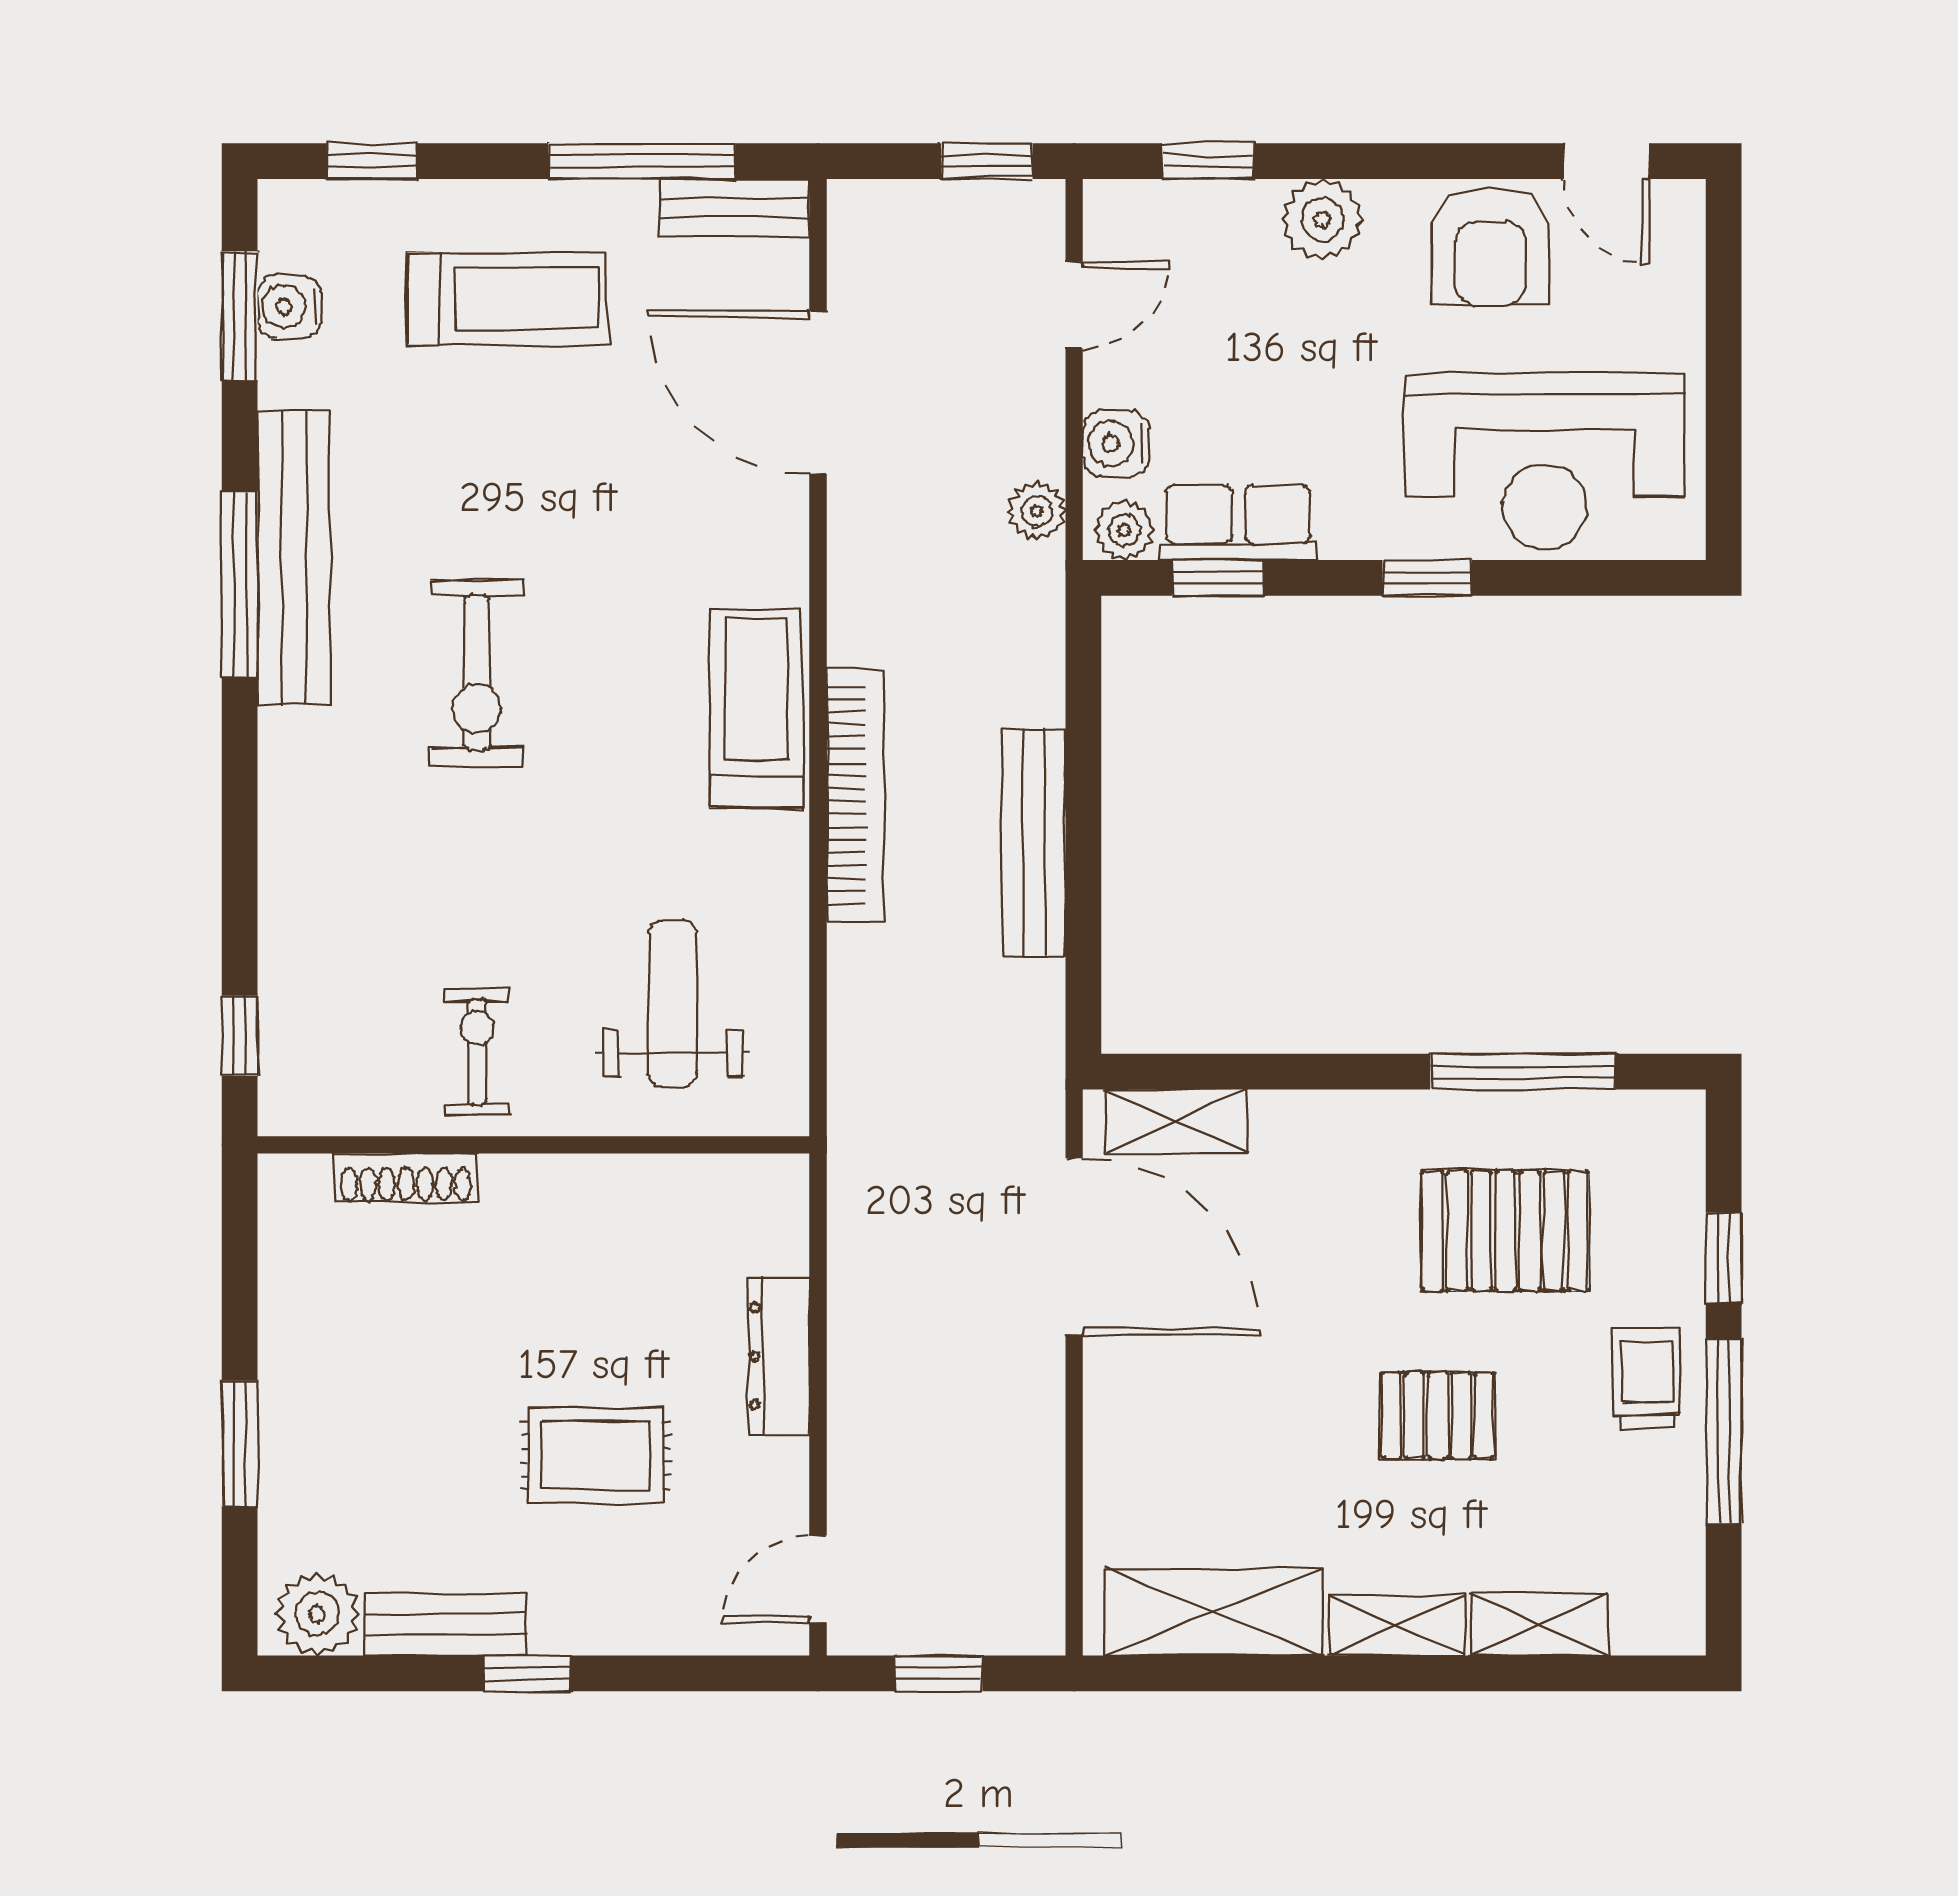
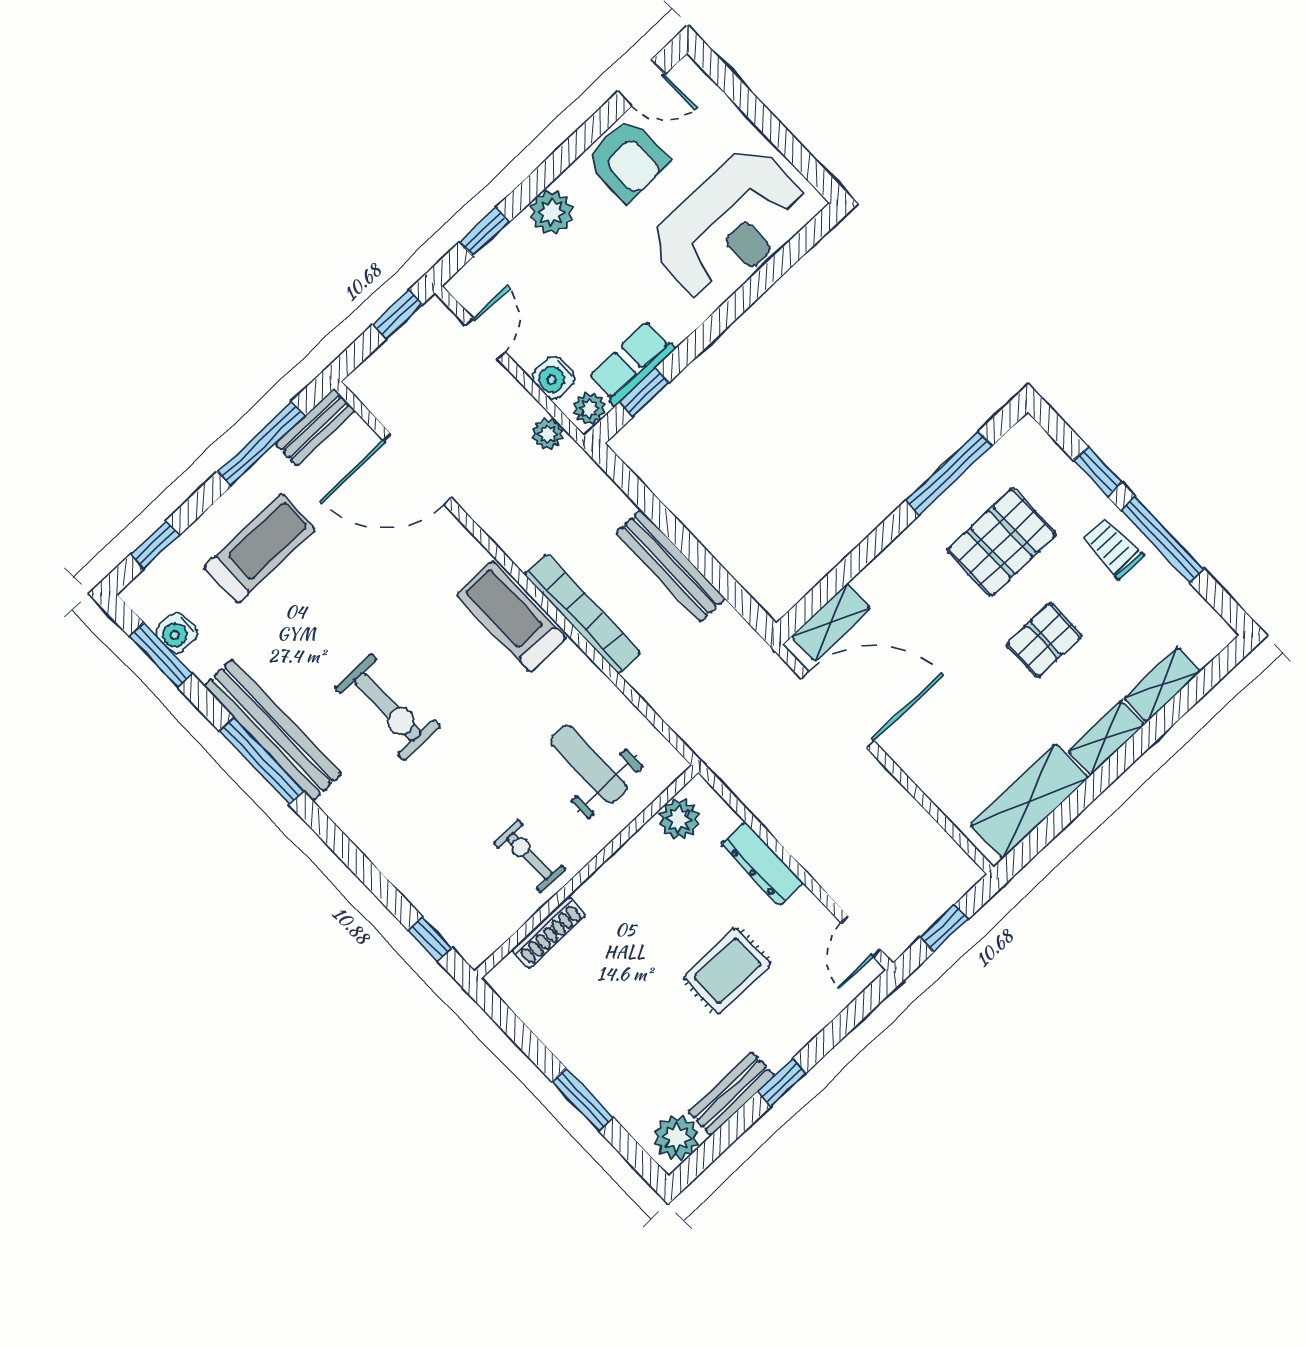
window: (1427, 578) -> (727, 314), removed
plant: (724, 1192) -> (679, 819), added

